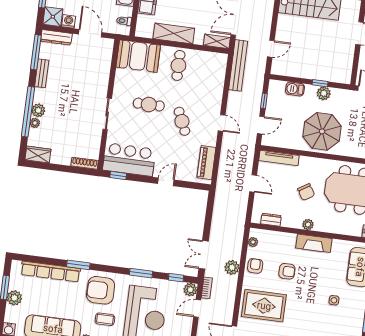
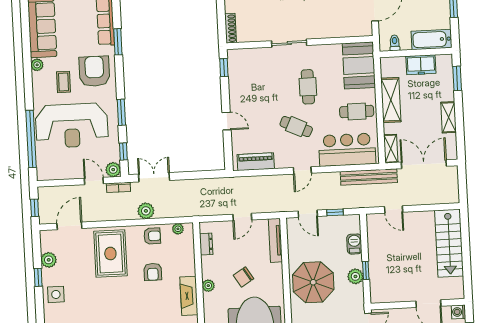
cafe table: (182, 121) -> (296, 127), turned 49
bar counter: (129, 160) -> (347, 150), moved, turned -90

